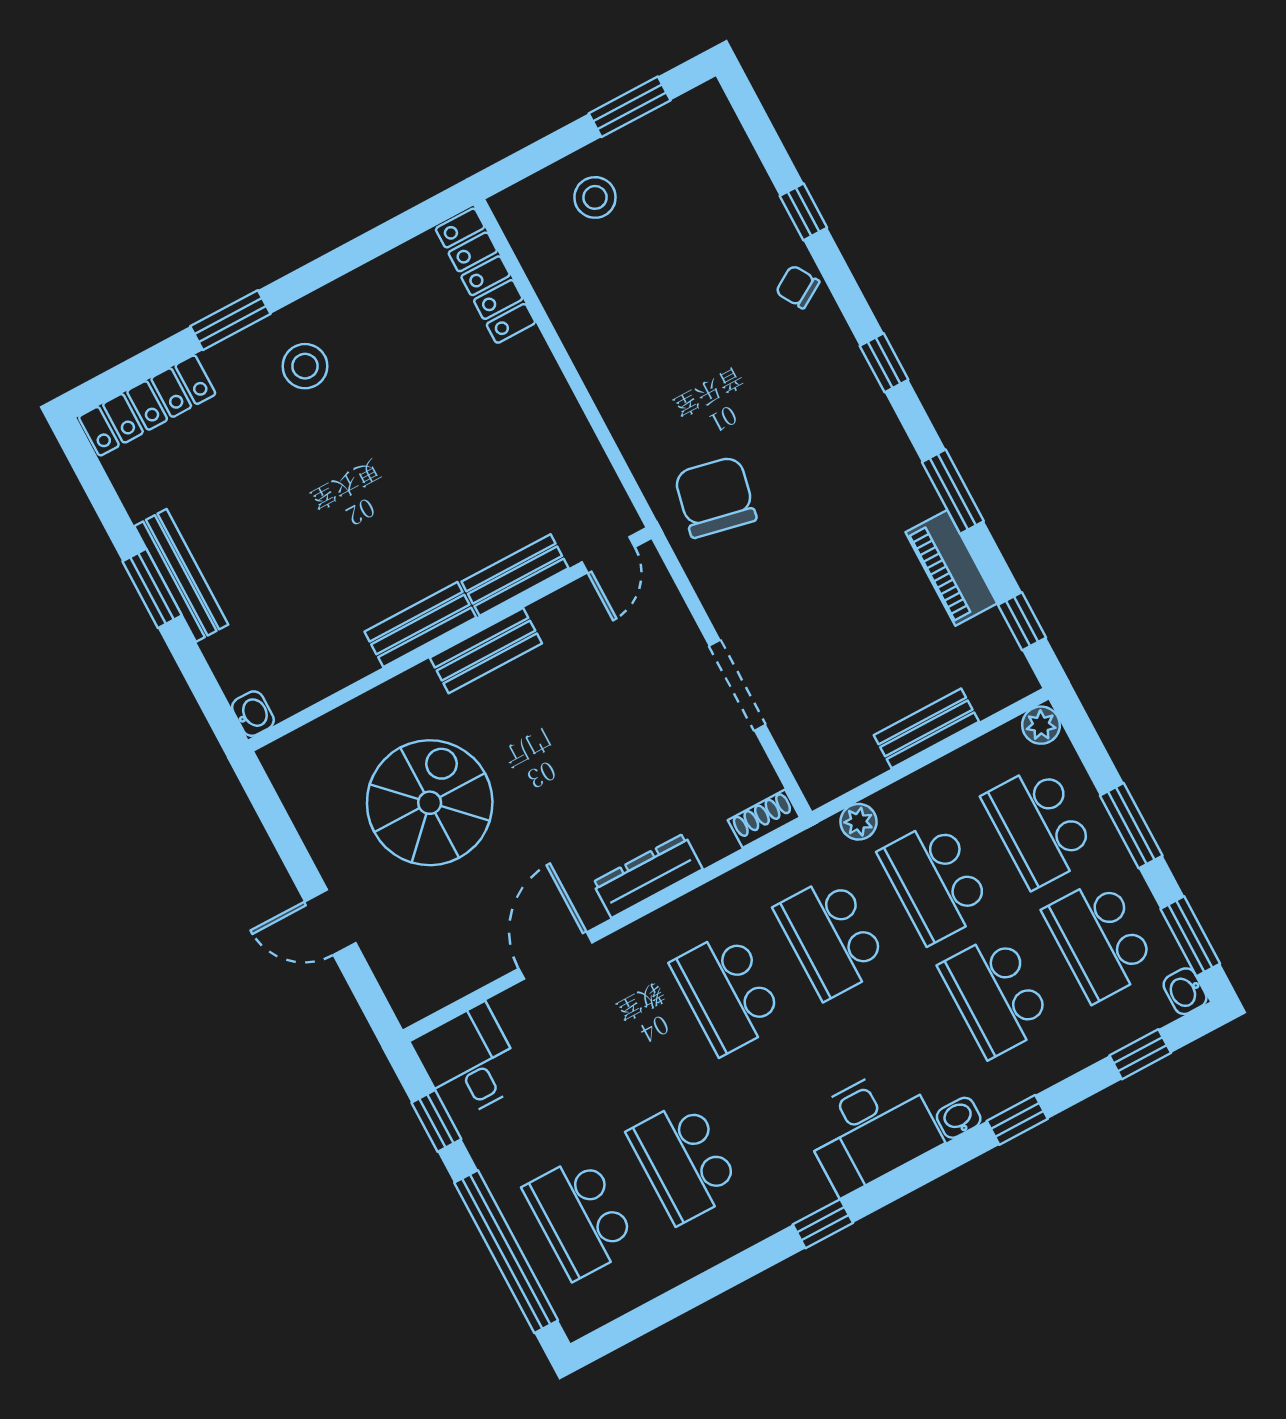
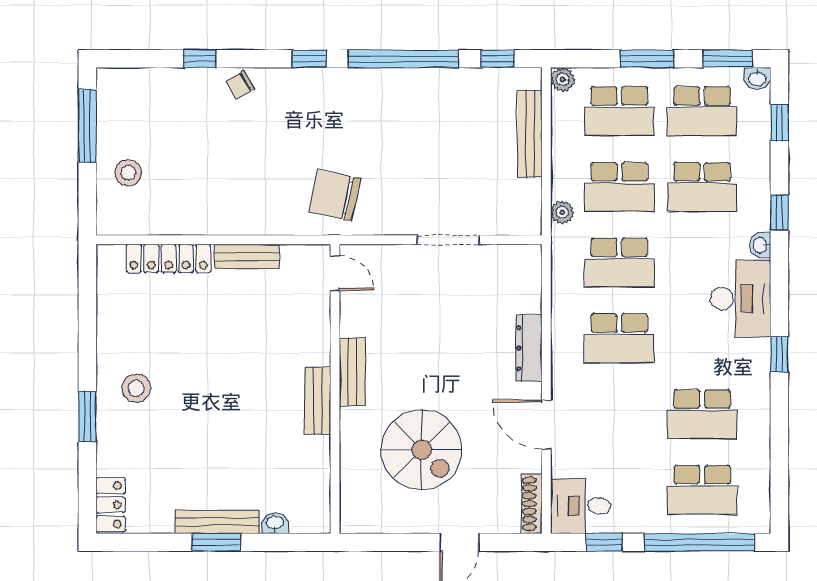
window: (630, 107) -> (87, 126), width x1.44
locker: (485, 276) -> (169, 258), moved
locker: (147, 405) -> (111, 505), width x0.66
window: (953, 492) -> (404, 59), width x2.11
piano: (951, 568) -> (446, 83), removed
bench: (515, 575) -> (247, 256), moved, turned 90
washbasin: (253, 714) -> (275, 523), moved
bench: (926, 728) -> (530, 134), width x1.36
spiral stairs: (430, 803) -> (422, 450), turned 180
shoe rack: (764, 819) -> (532, 504), moved, width x1.43

